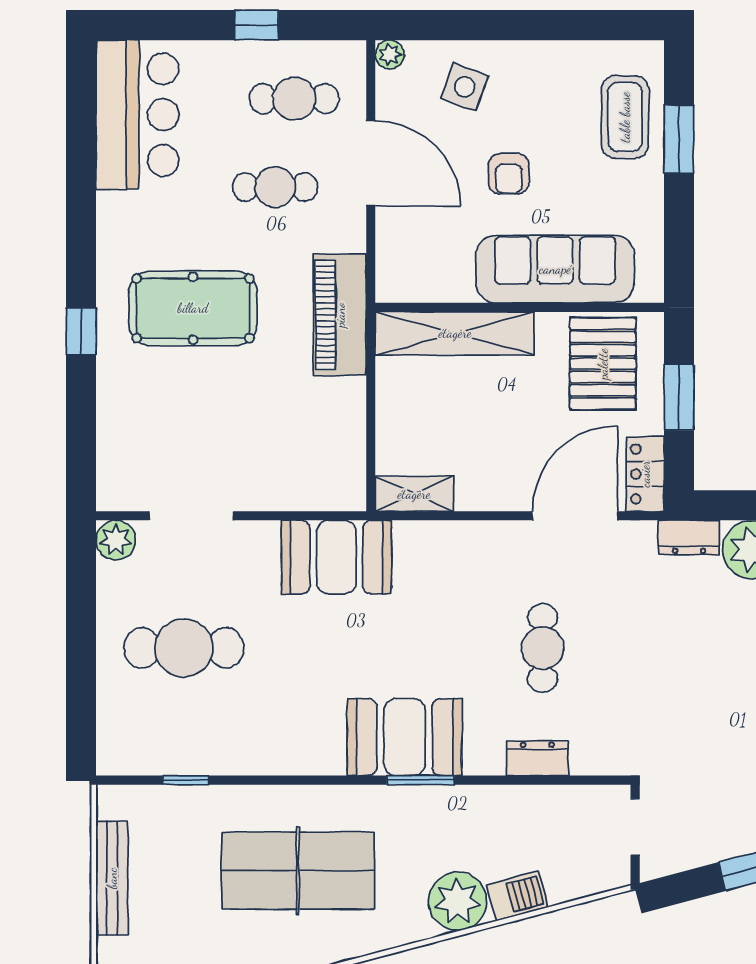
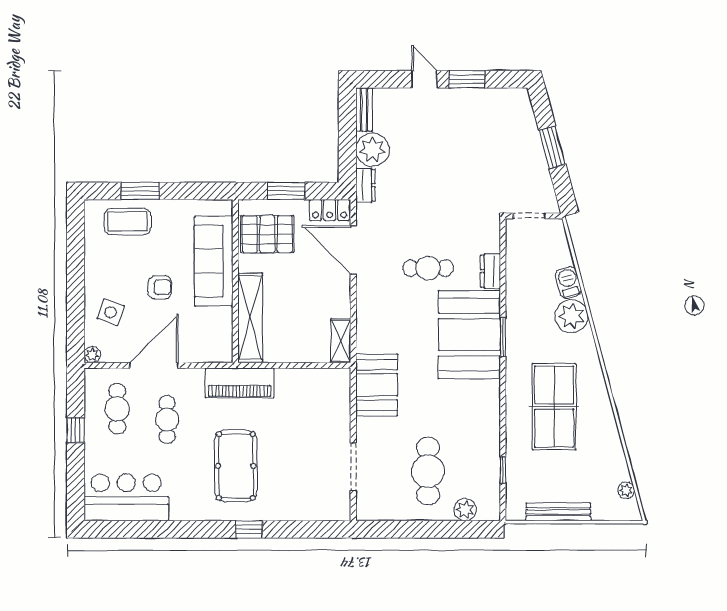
plant: (116, 540) -> (465, 510), moved
booth: (405, 737) -> (469, 335), width x1.36, depth x1.42

